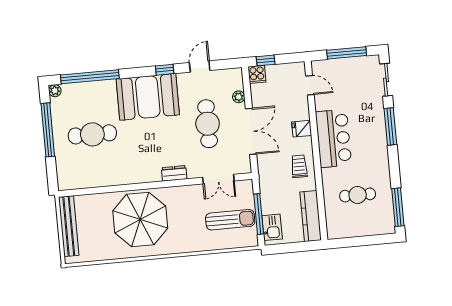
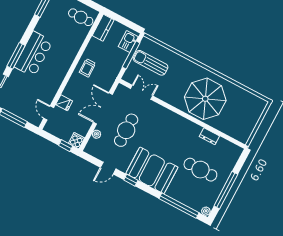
fridge: (302, 129) -> (64, 103), moved
bar counter: (334, 138) -> (34, 54), moved, turned 180
dresser: (174, 173) -> (209, 136), moved
cafe table: (358, 195) -> (81, 17), moved
kitchen counter: (311, 216) -> (103, 28), width x0.67
bench: (69, 226) -> (251, 123), removed

